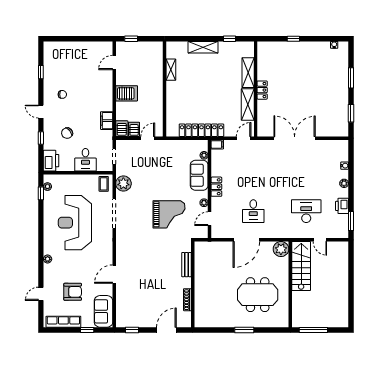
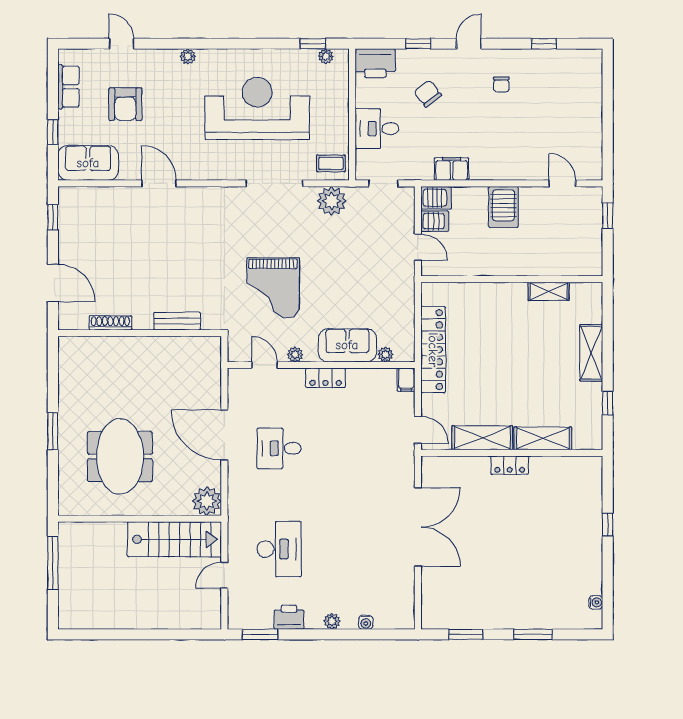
row of seats: (63, 322) -> (68, 87), width x0.68

